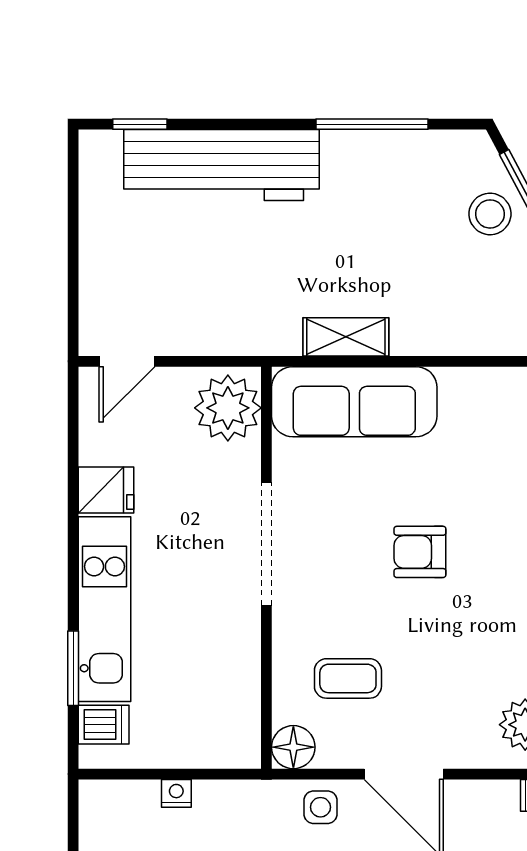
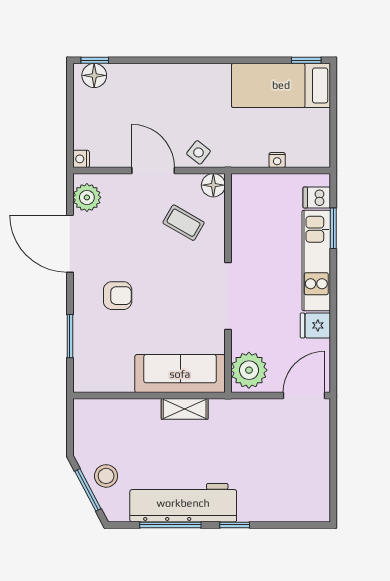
window: (140, 124) -> (235, 525), moved
workbench: (221, 165) -> (183, 503), moved
door: (127, 361) -> (304, 396), width x1.38
armchair: (420, 552) -> (118, 296), moved
coffee table: (348, 678) -> (184, 223), turned 30
side table: (321, 807) -> (198, 152), turned 38

